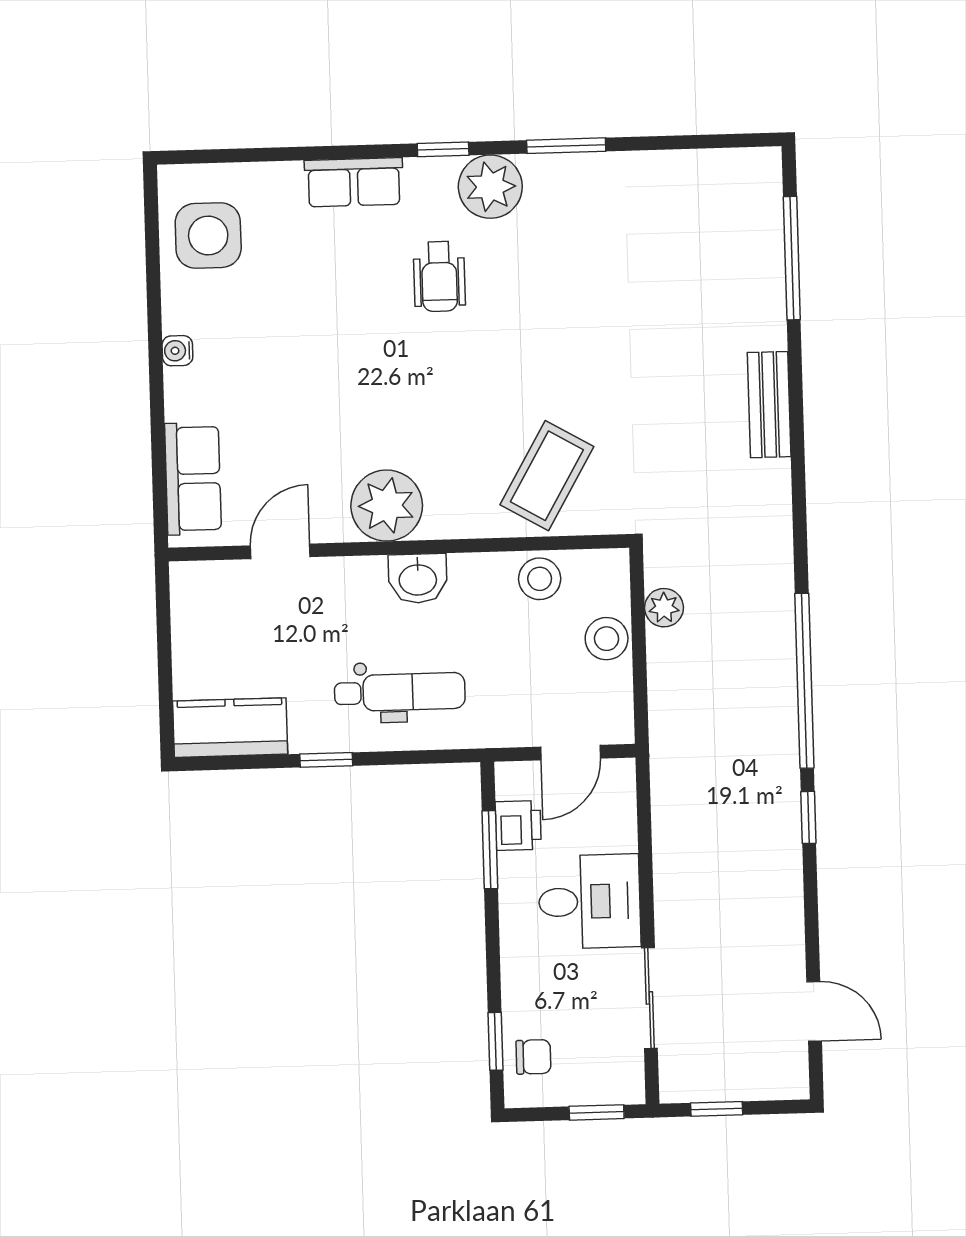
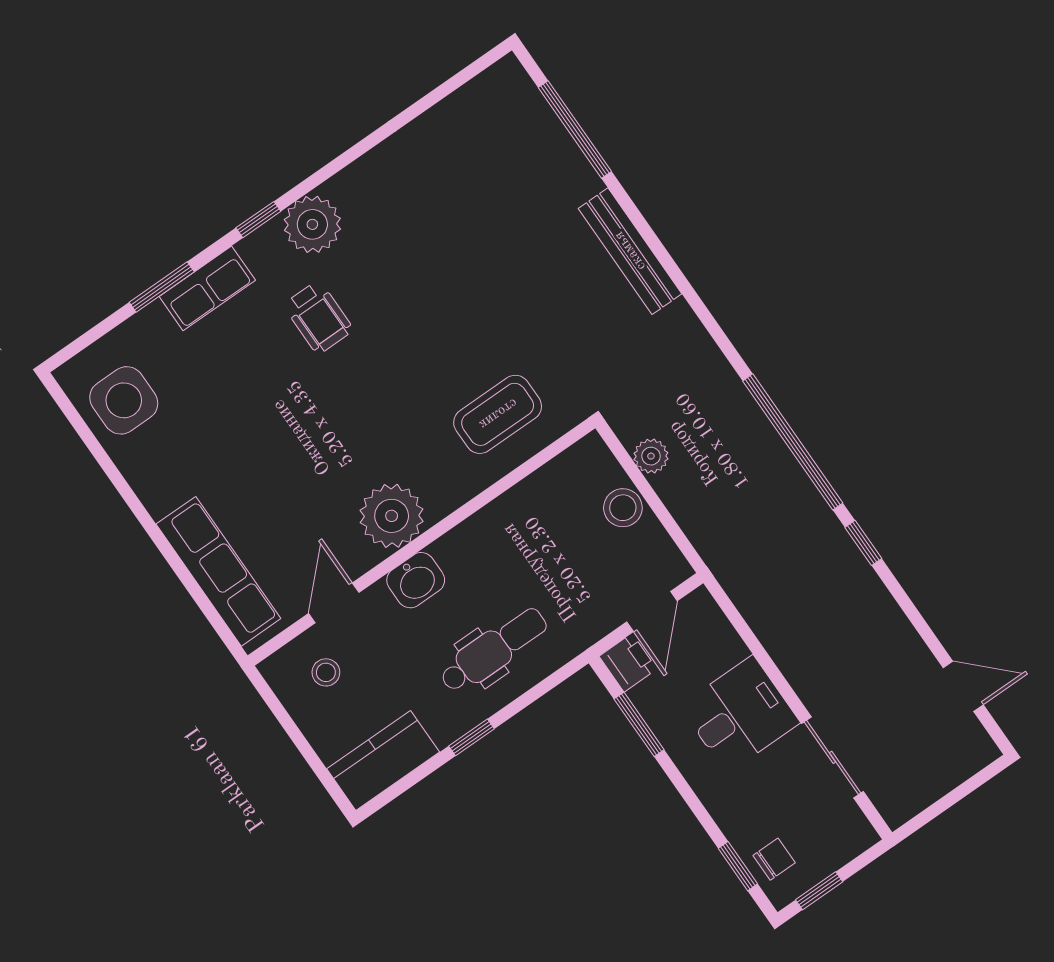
window: (566, 146) -> (162, 287), moved
water cooler: (177, 351) -> (157, 502), removed
bench: (769, 405) -> (630, 251), width x1.36
coffee table: (547, 476) -> (498, 414), turned 60
row of seats: (193, 479) -> (218, 571), width x1.48
washbasin: (418, 579) -> (416, 580), moved
stool: (540, 579) -> (326, 672), moved, width x0.73, depth x0.73
printer: (518, 825) -> (628, 663), moved
window: (717, 1109) -> (938, 808), removed
window: (597, 1112) -> (819, 891), moved

